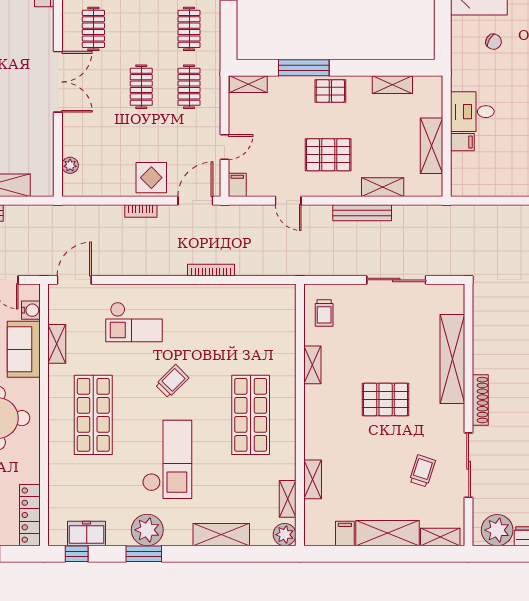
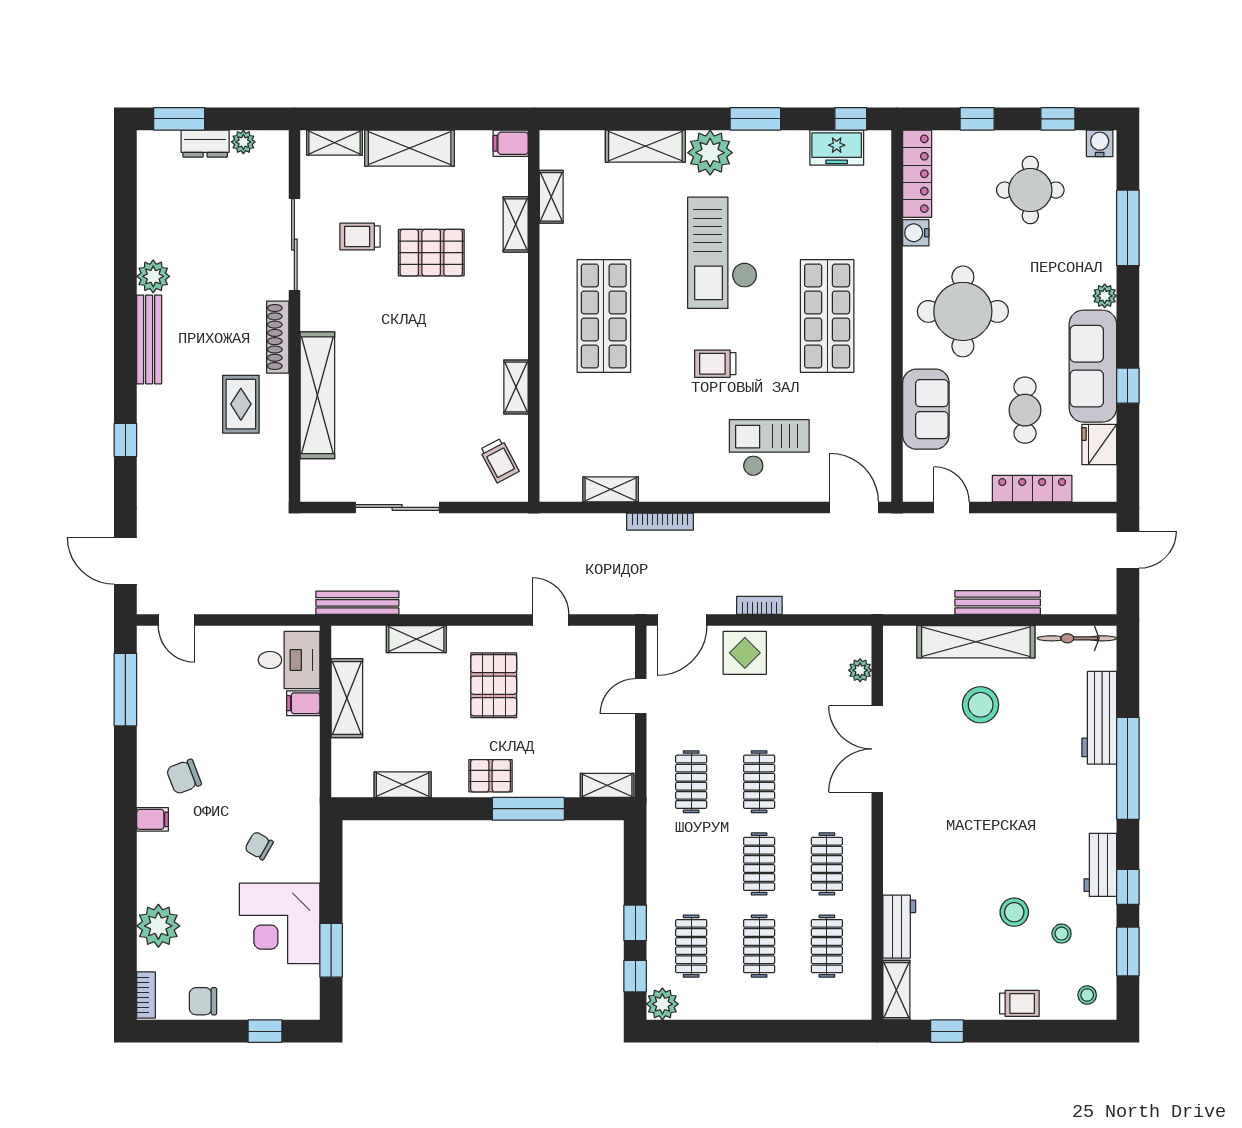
clothes rail: (189, 29) -> (759, 864), moved
double door: (58, 82) -> (877, 749), moved
desk: (472, 112) -> (289, 660), moved
pallet: (328, 155) -> (494, 685), turned 90
filing cabinet: (237, 185) -> (623, 642), removed
bench: (362, 213) -> (357, 603), moved
door: (74, 280) -> (854, 507), swing flipped
water cooler: (31, 310) -> (916, 233), moved
trolley: (324, 313) -> (499, 460), turned 152
shelving: (57, 344) -> (611, 489), moved, turned 90
rug: (506, 353) -> (241, 404), added
trolley: (172, 381) -> (715, 364), turned 45
pallet: (386, 399) -> (431, 253), moved
trolley: (422, 471) -> (360, 236), turned 72
plant: (147, 530) -> (710, 153), moved
plant: (497, 530) -> (243, 142), width x0.53, depth x0.53
filing cabinet: (345, 533) -> (511, 143), moved, turned 90
plant: (285, 535) -> (555, 146), removed

